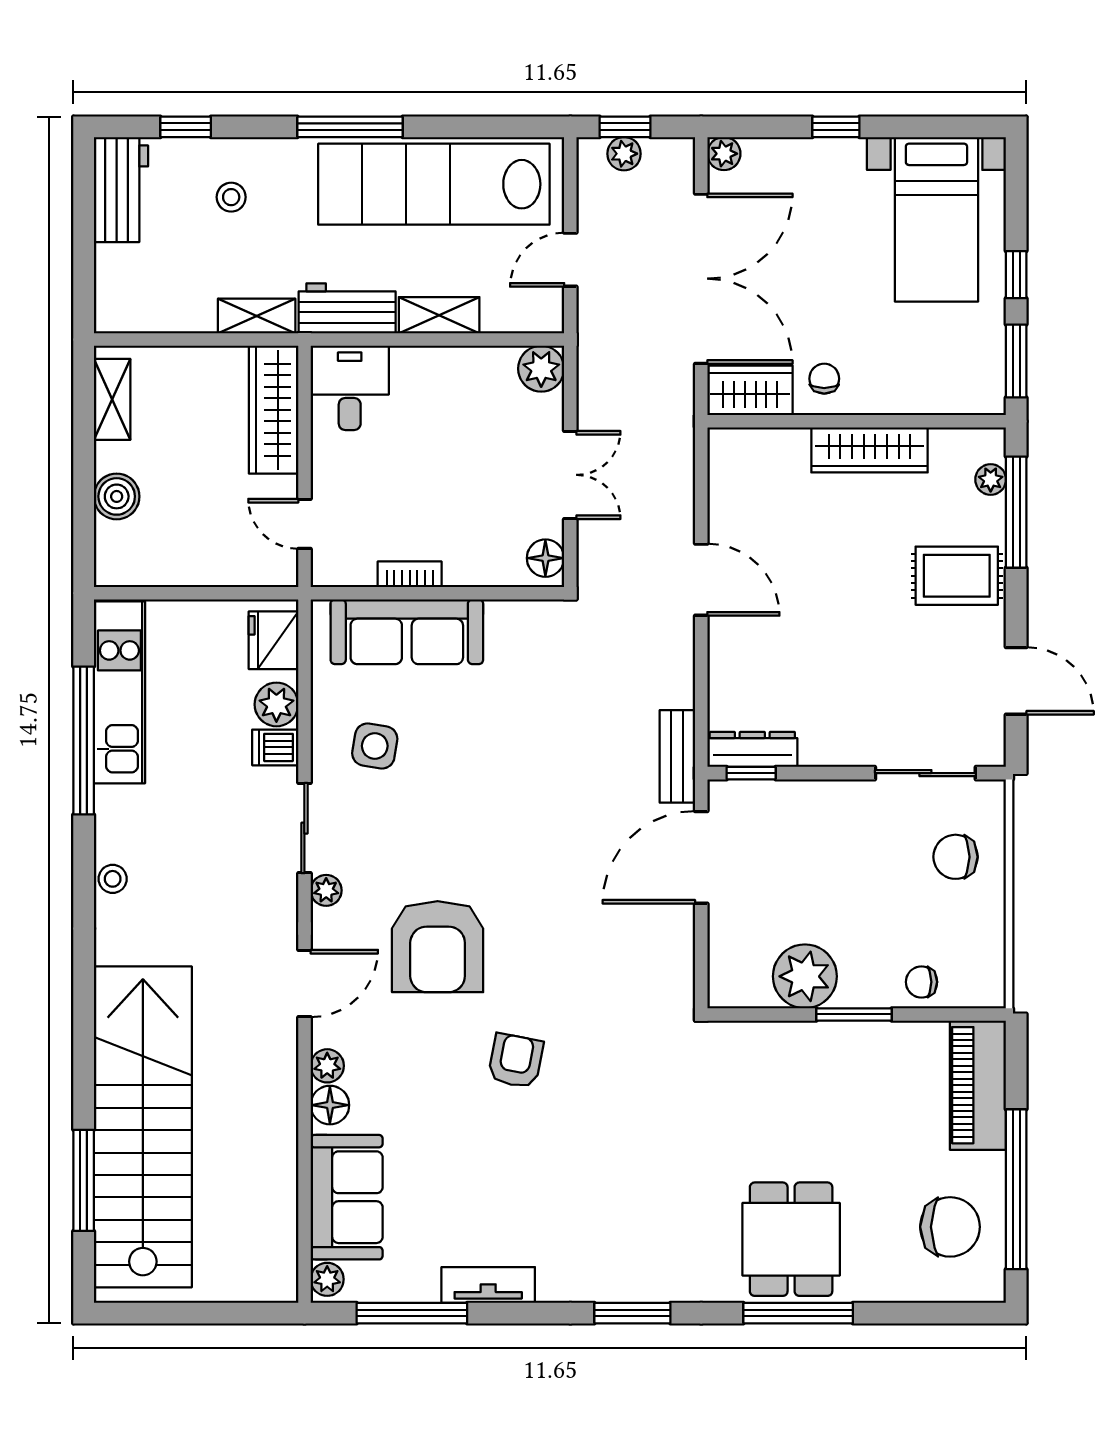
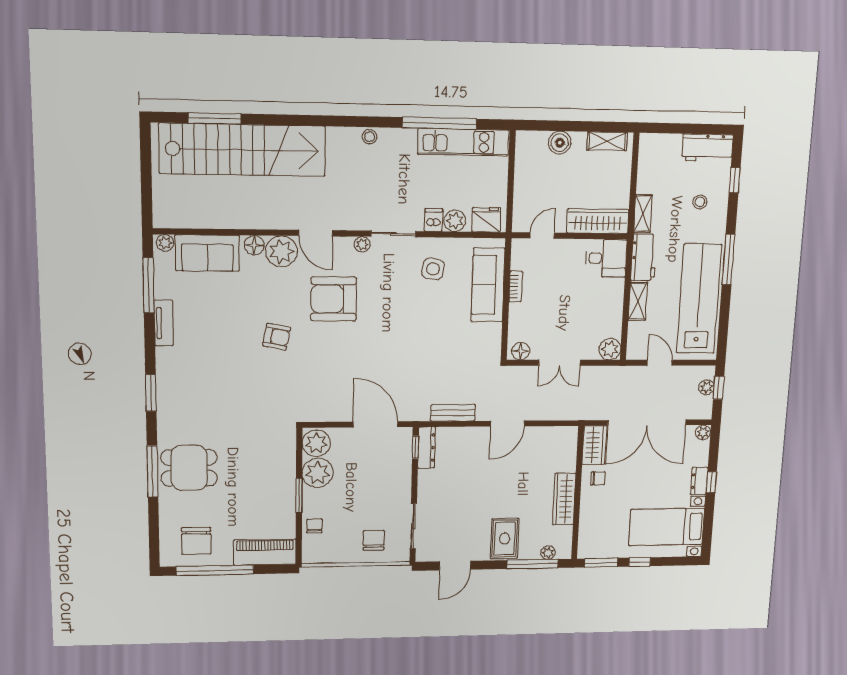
dresser: (833, 154) -> (699, 481), added
bench: (677, 756) -> (453, 413), moved
plant: (741, 979) -> (316, 443), added
plant: (327, 1066) -> (281, 251), width x1.87, depth x1.87

